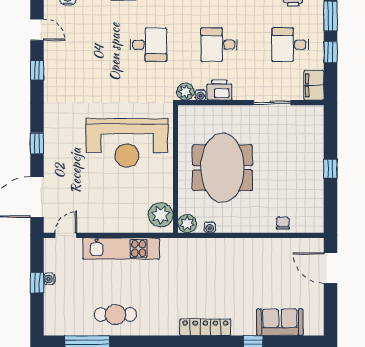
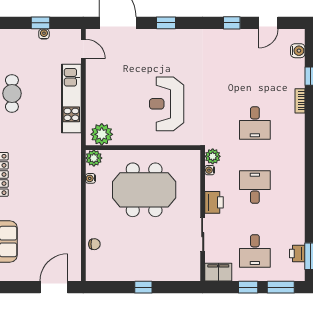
desk: (290, 45) -> (255, 251), turned 180
printer: (220, 90) -> (214, 202), moved
reception desk: (127, 143) -> (167, 104), width x0.74, depth x0.77

